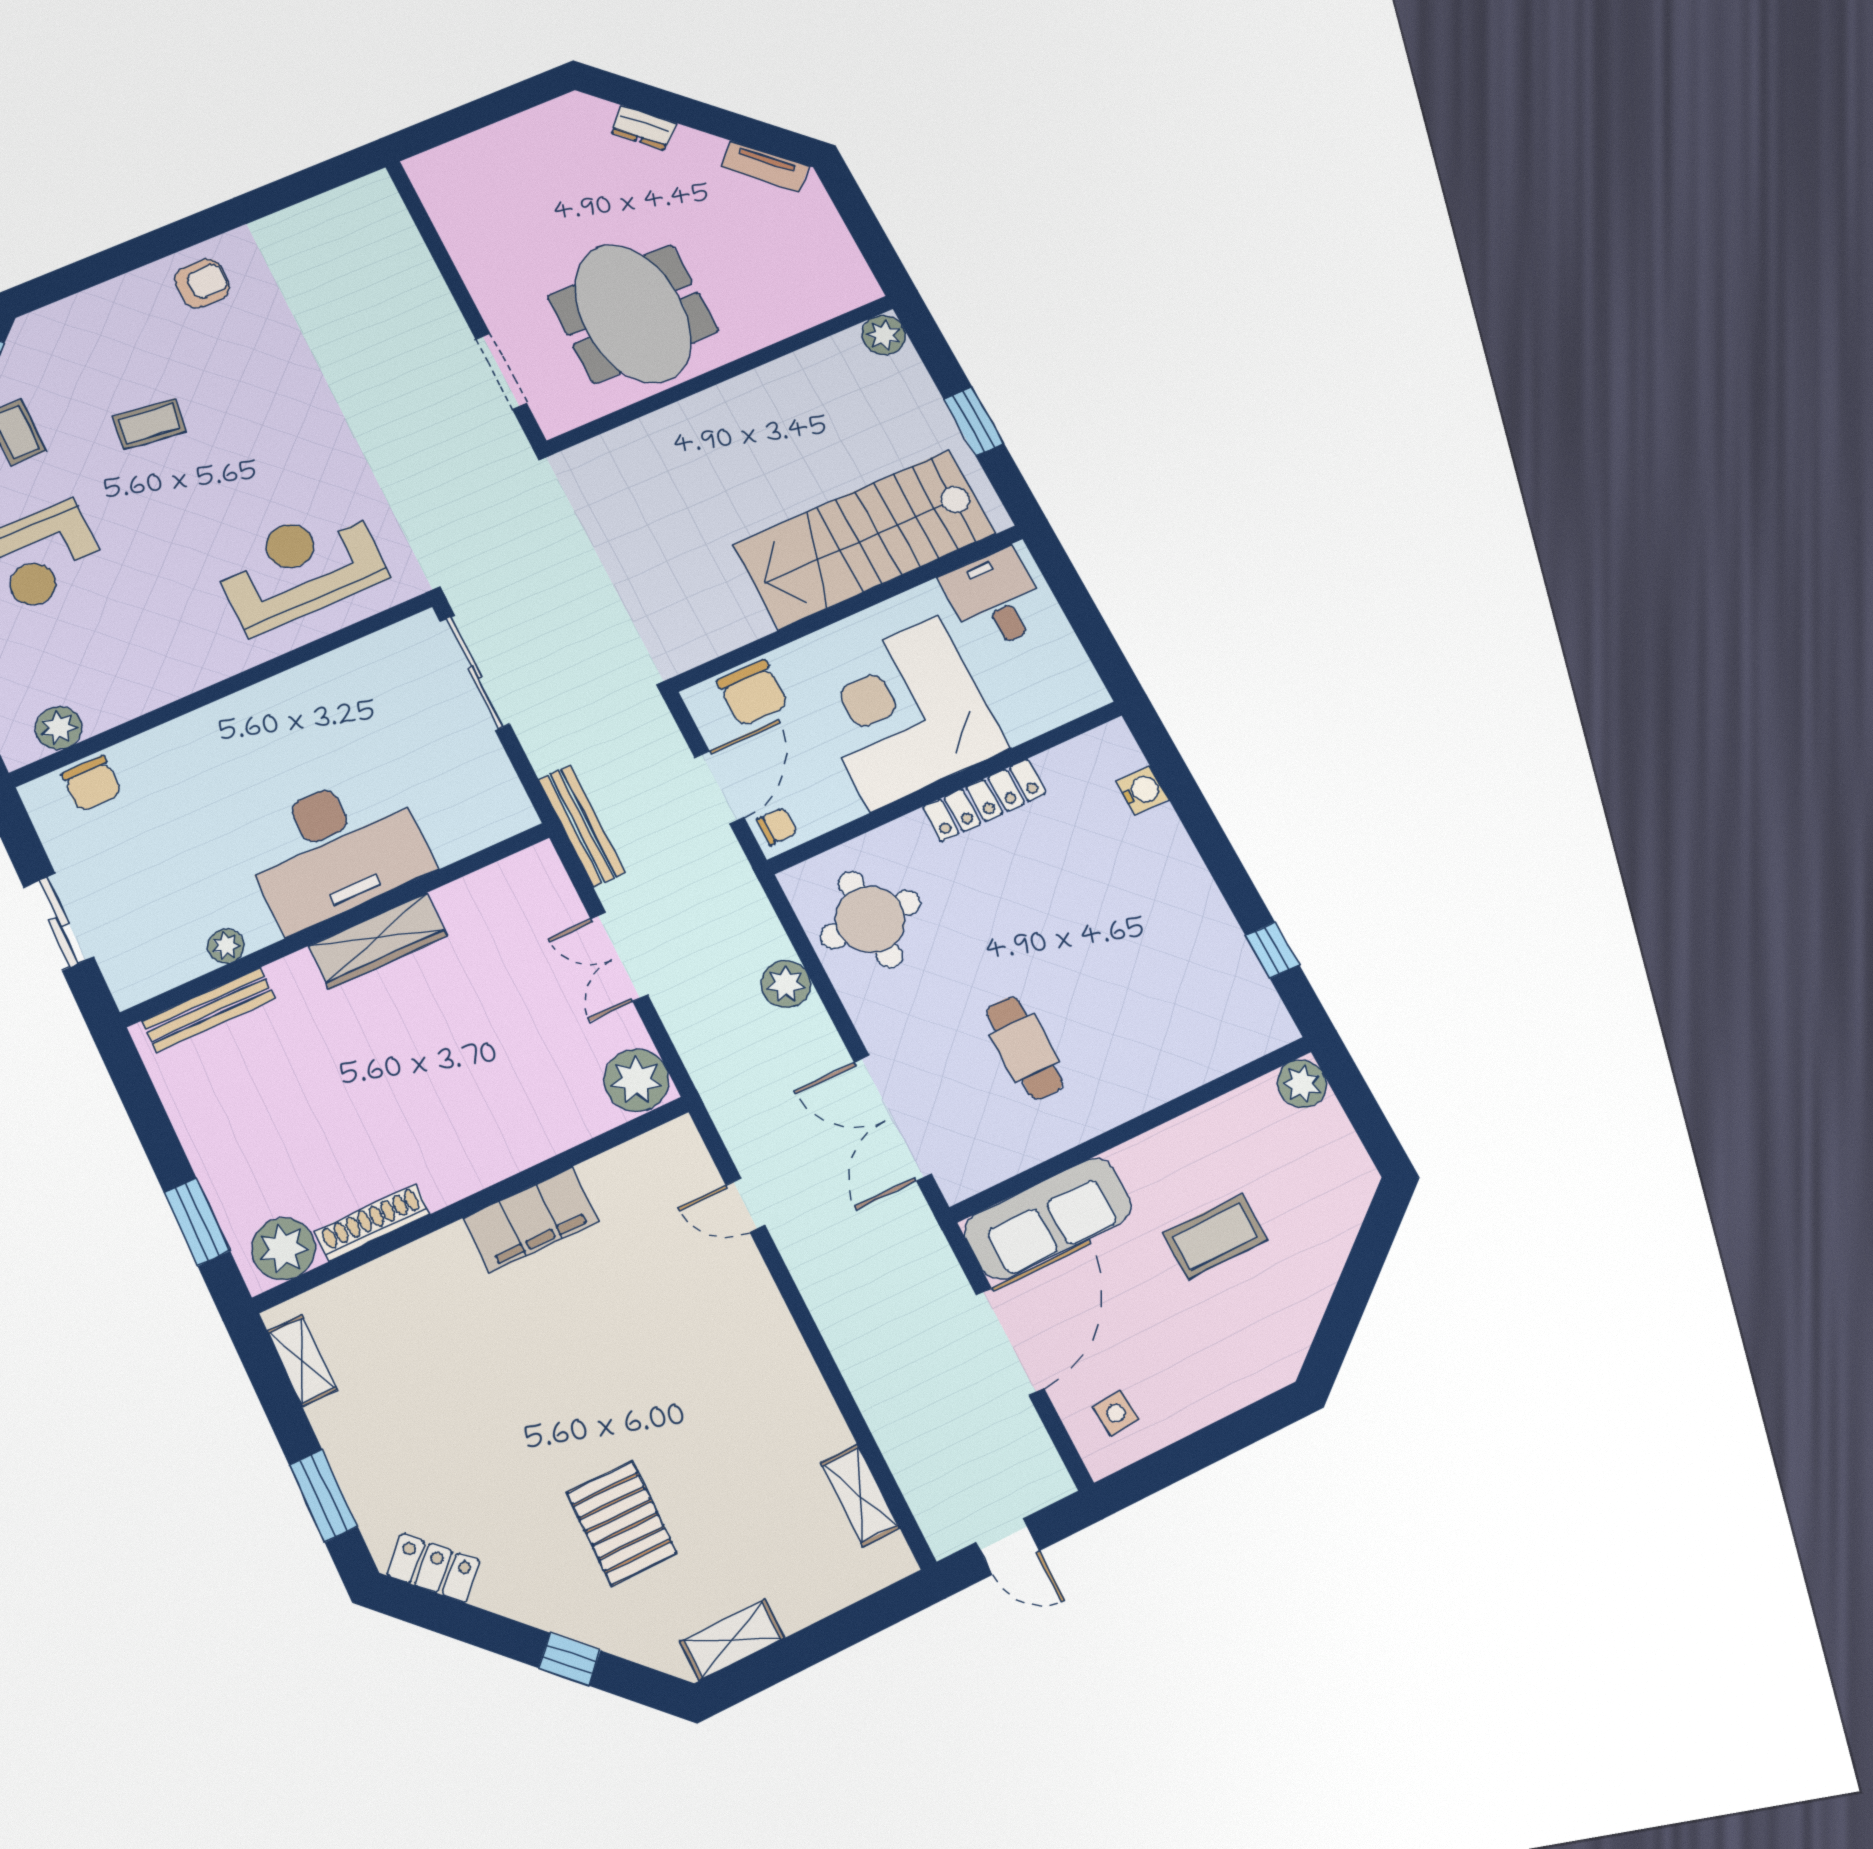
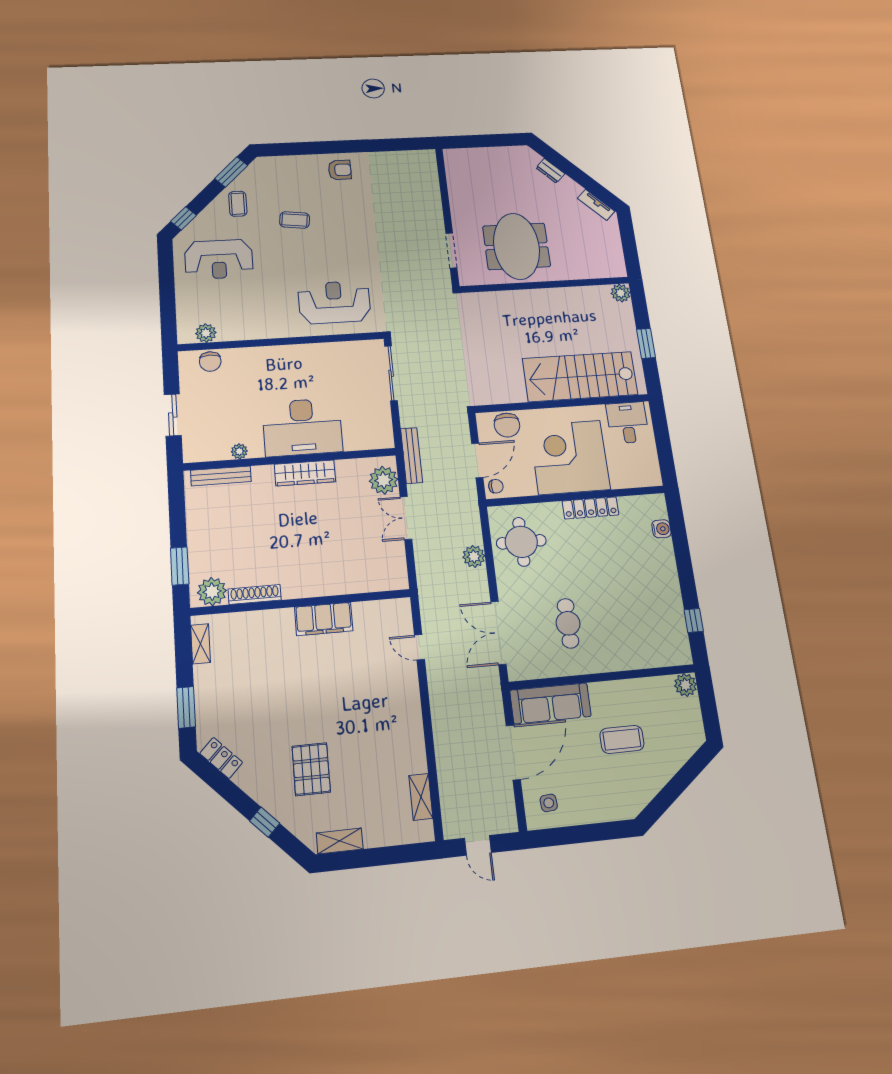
plant: (637, 1080) -> (384, 480), moved

